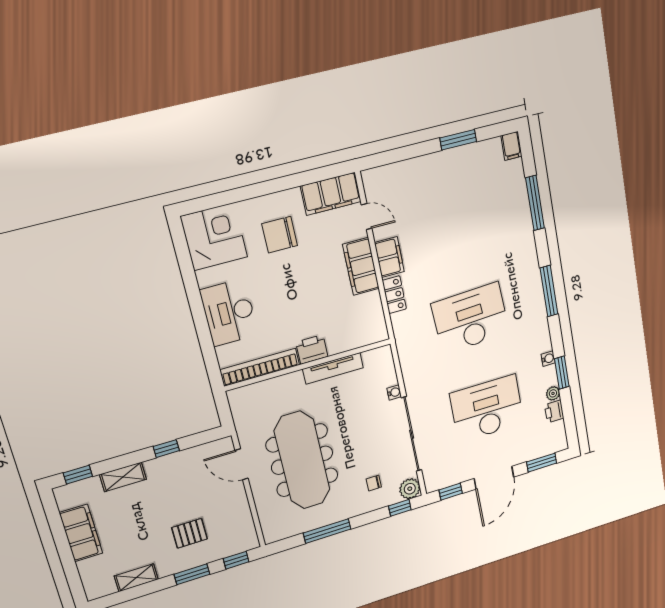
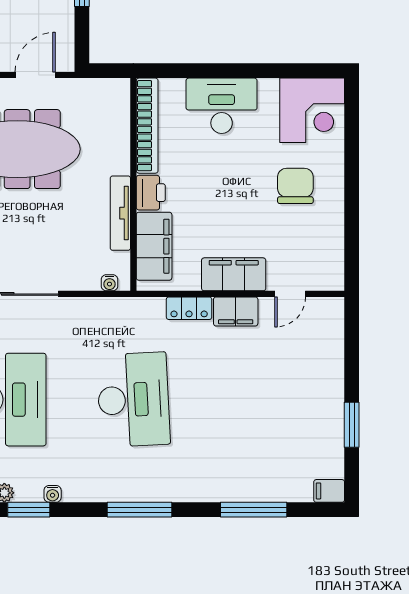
filing cabinet: (331, 194) -> (154, 246), moved, turned 180
water cooler: (394, 392) -> (109, 283), moved

